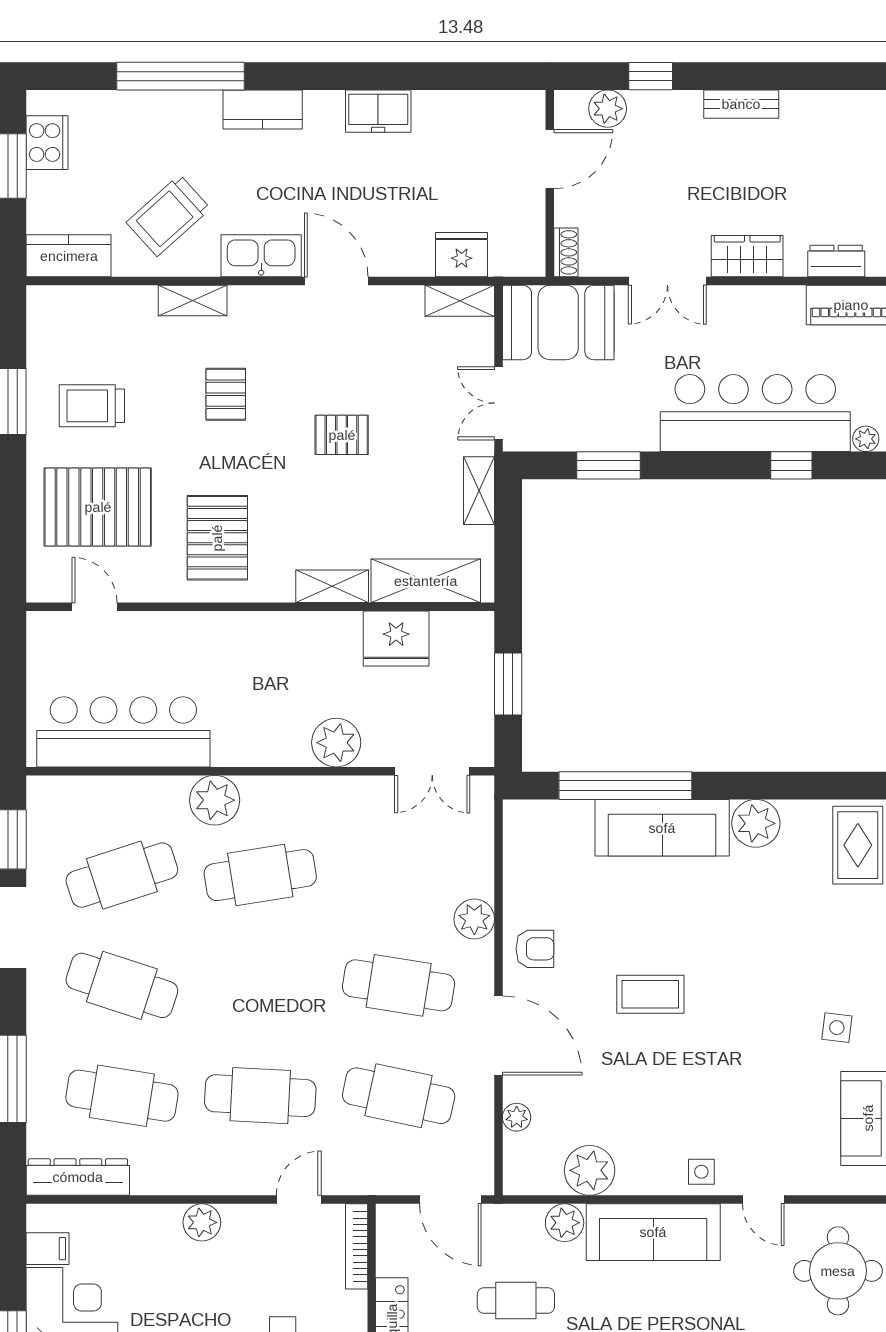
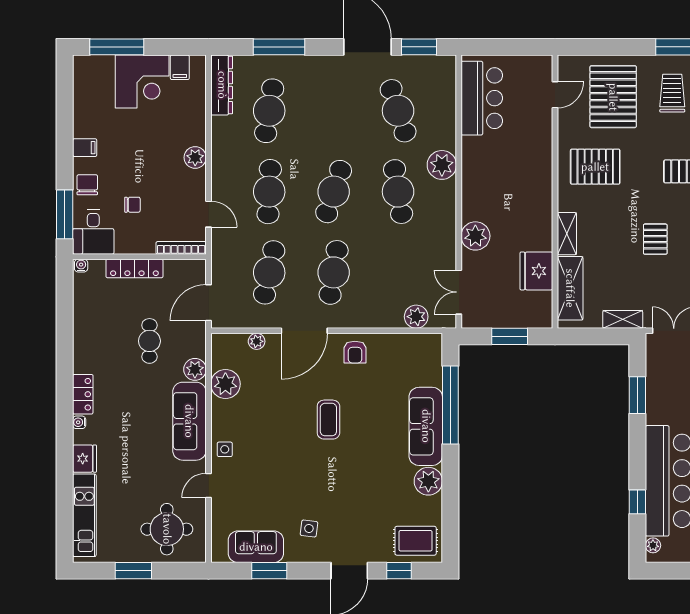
bar counter: (123, 732) -> (482, 98), width x0.73
plant: (474, 919) -> (416, 317), moved
cafe table: (122, 985) -> (334, 192), moved

